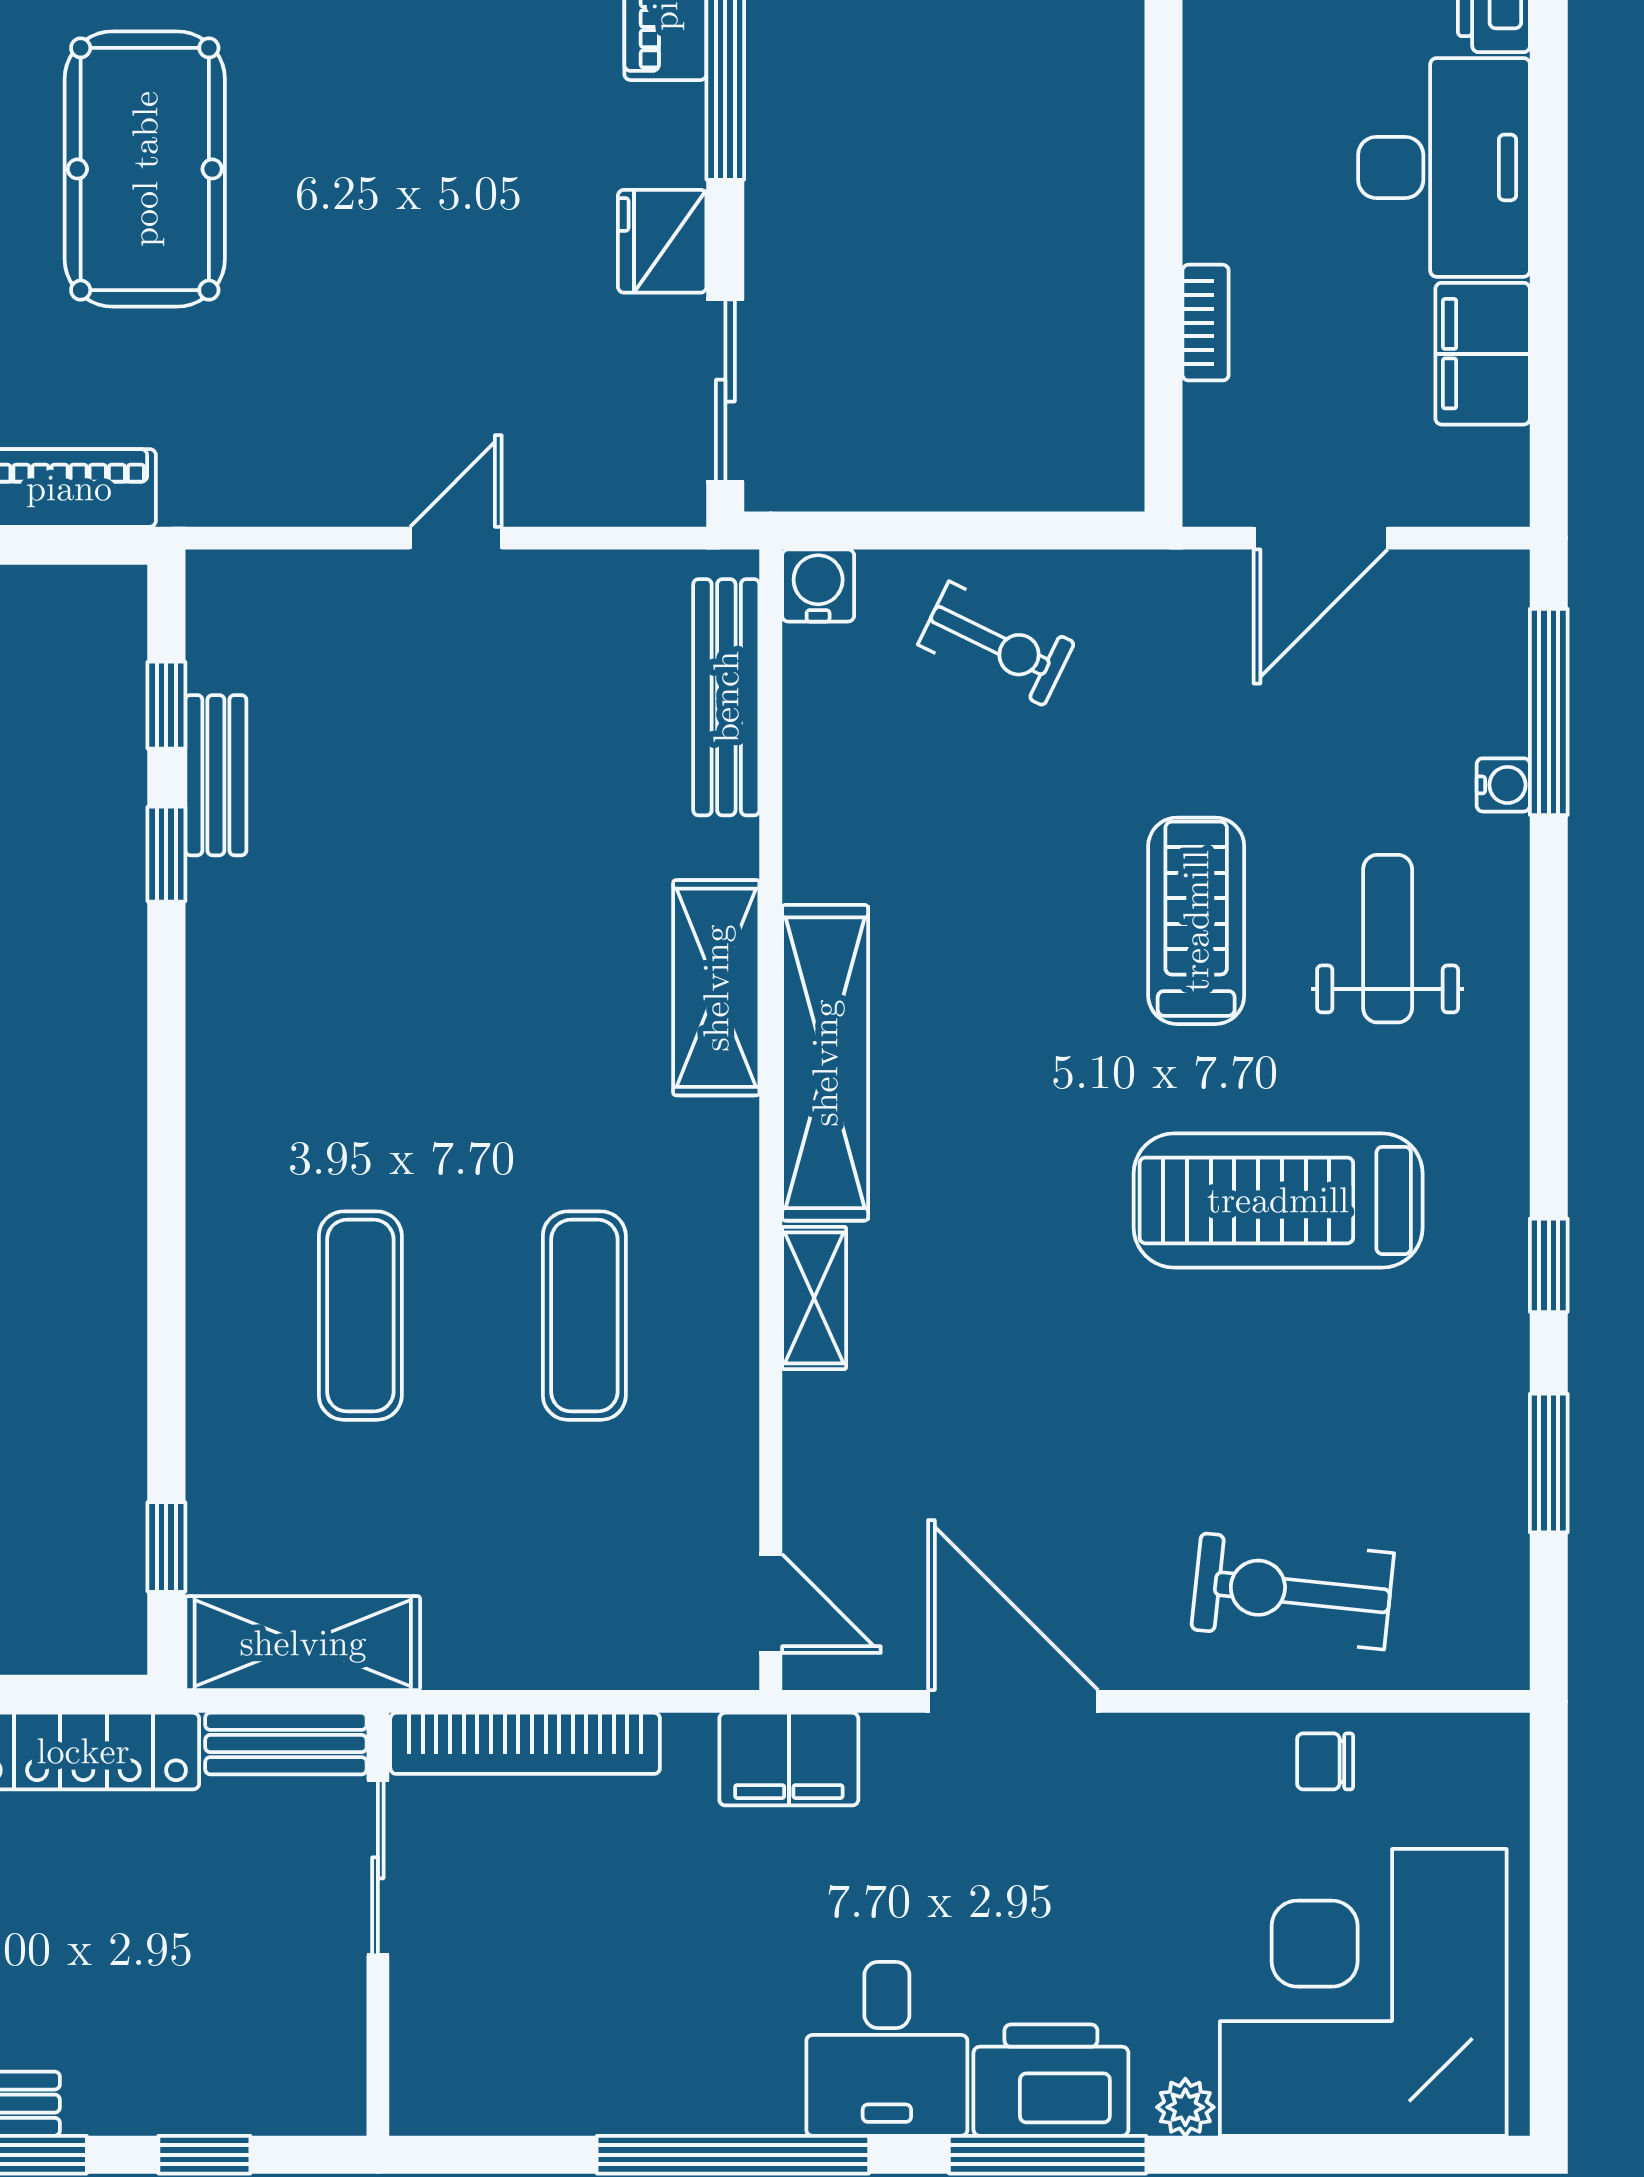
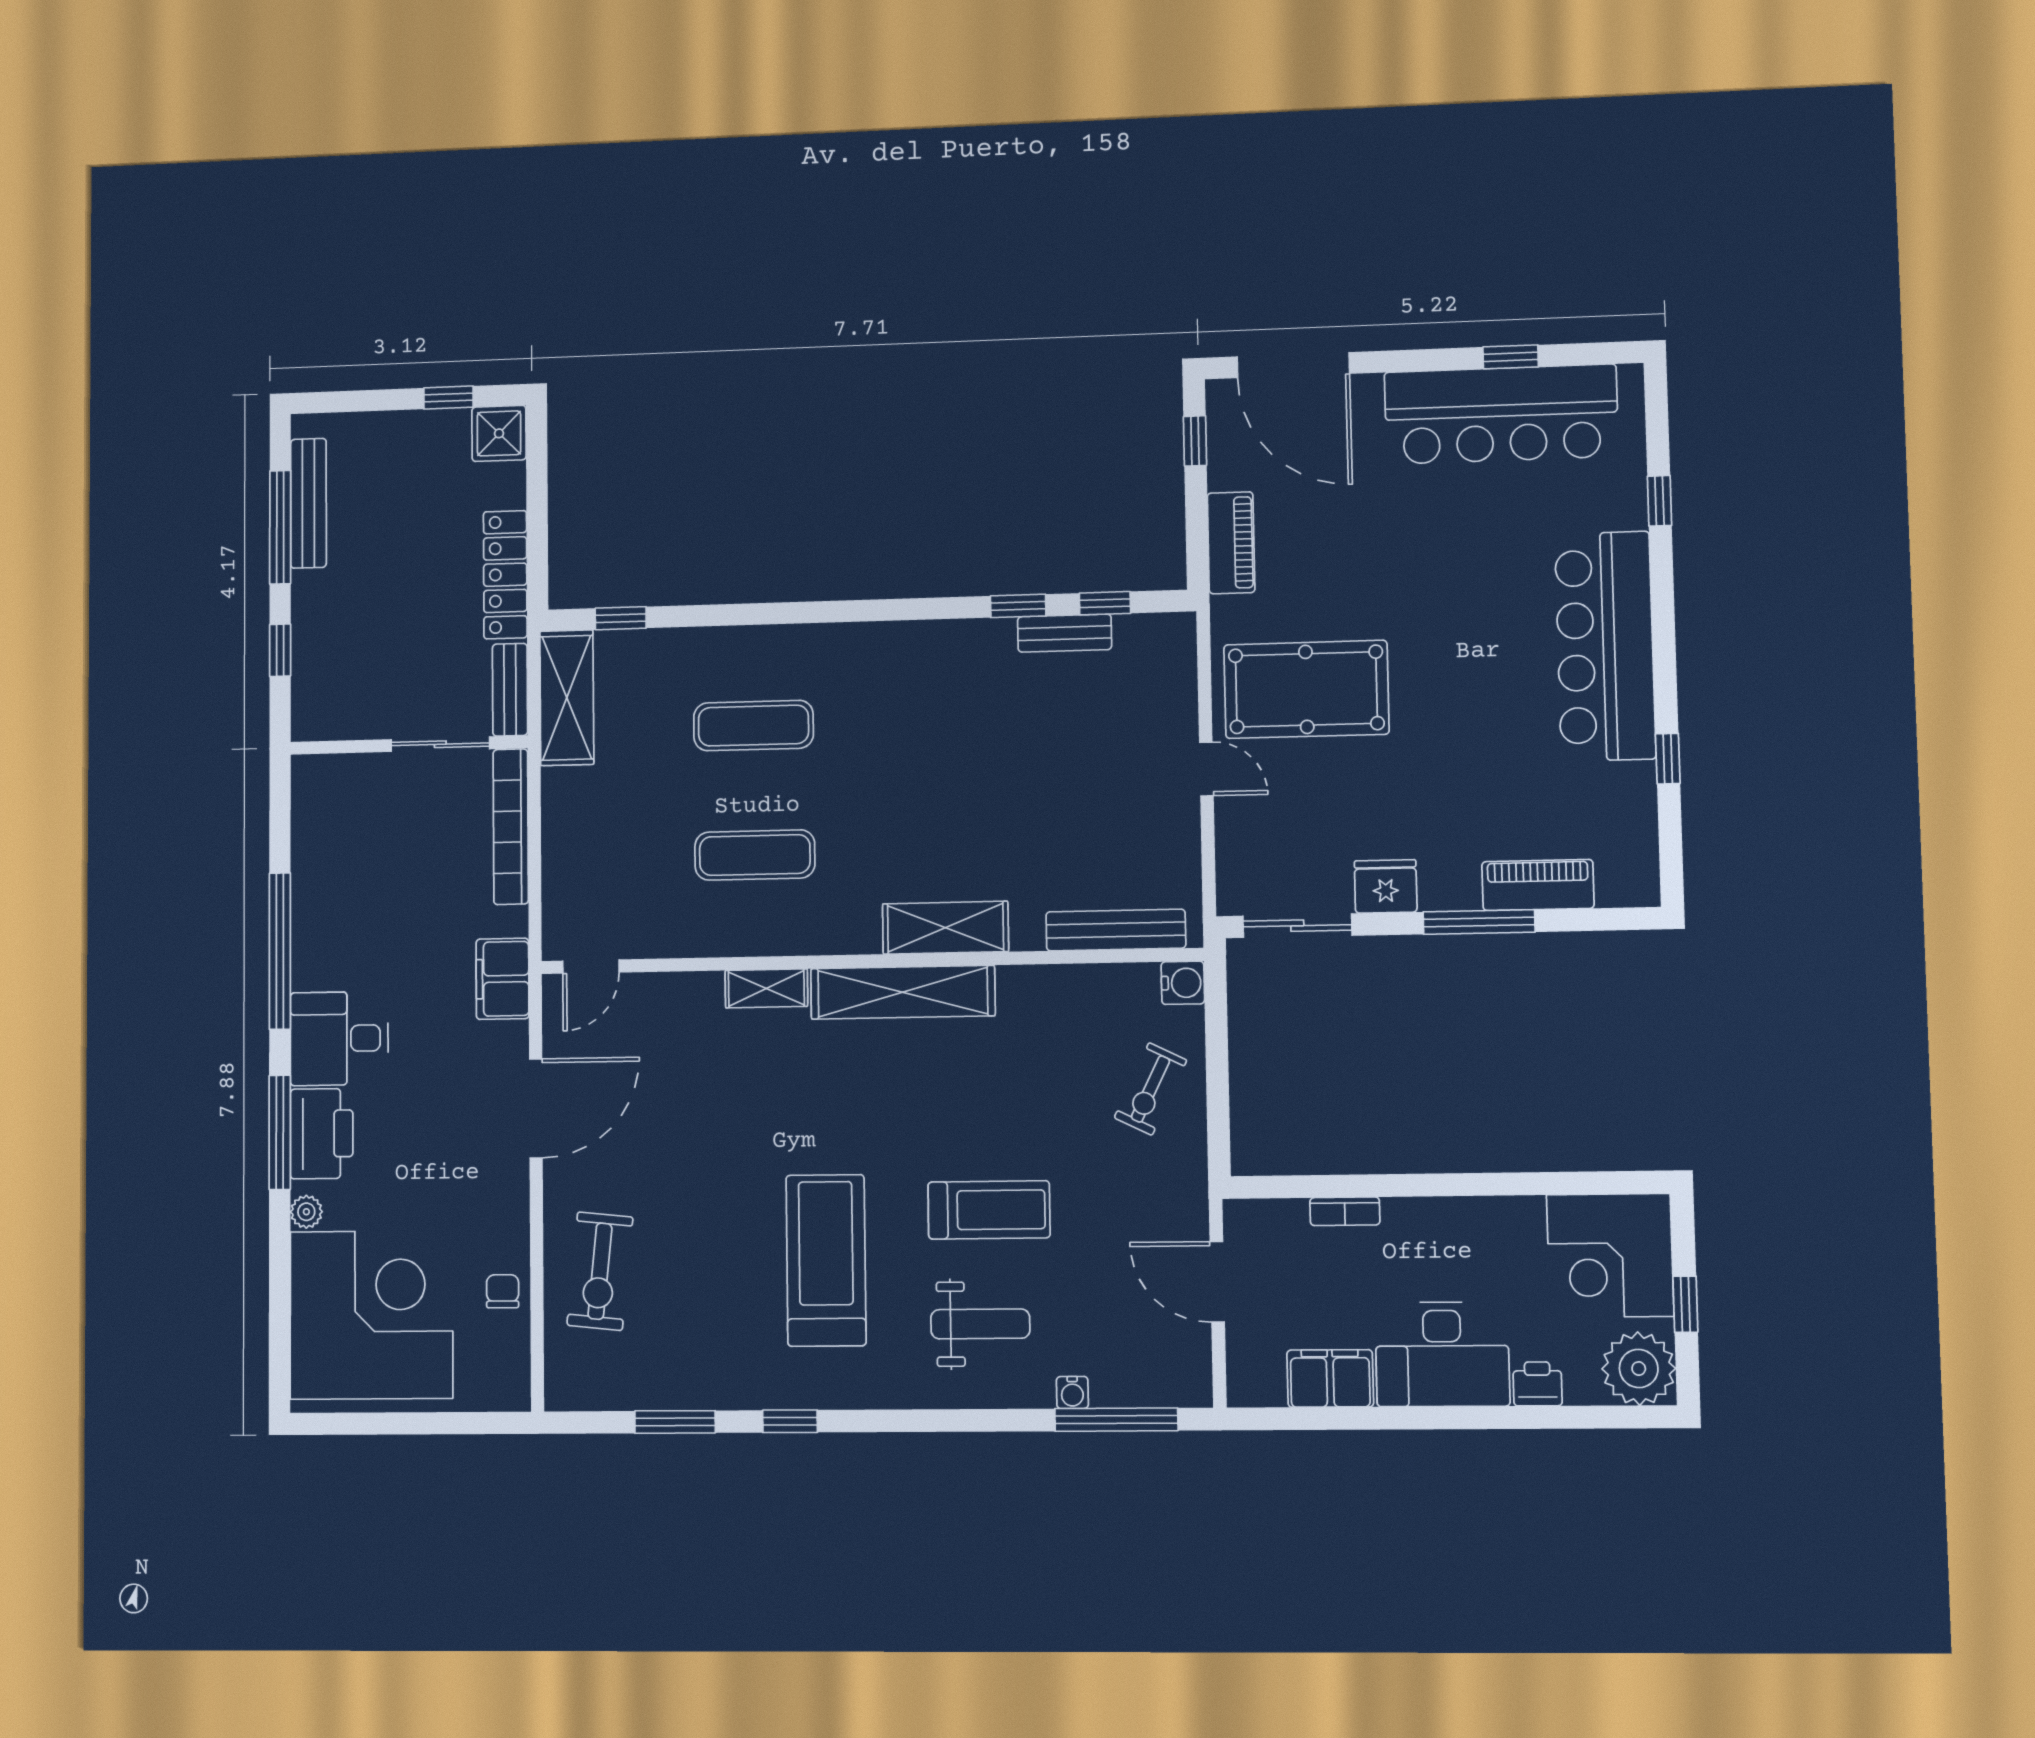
pool table: (145, 169) -> (1306, 689), moved
exercise bike: (1293, 1591) -> (600, 1271), turned 180

